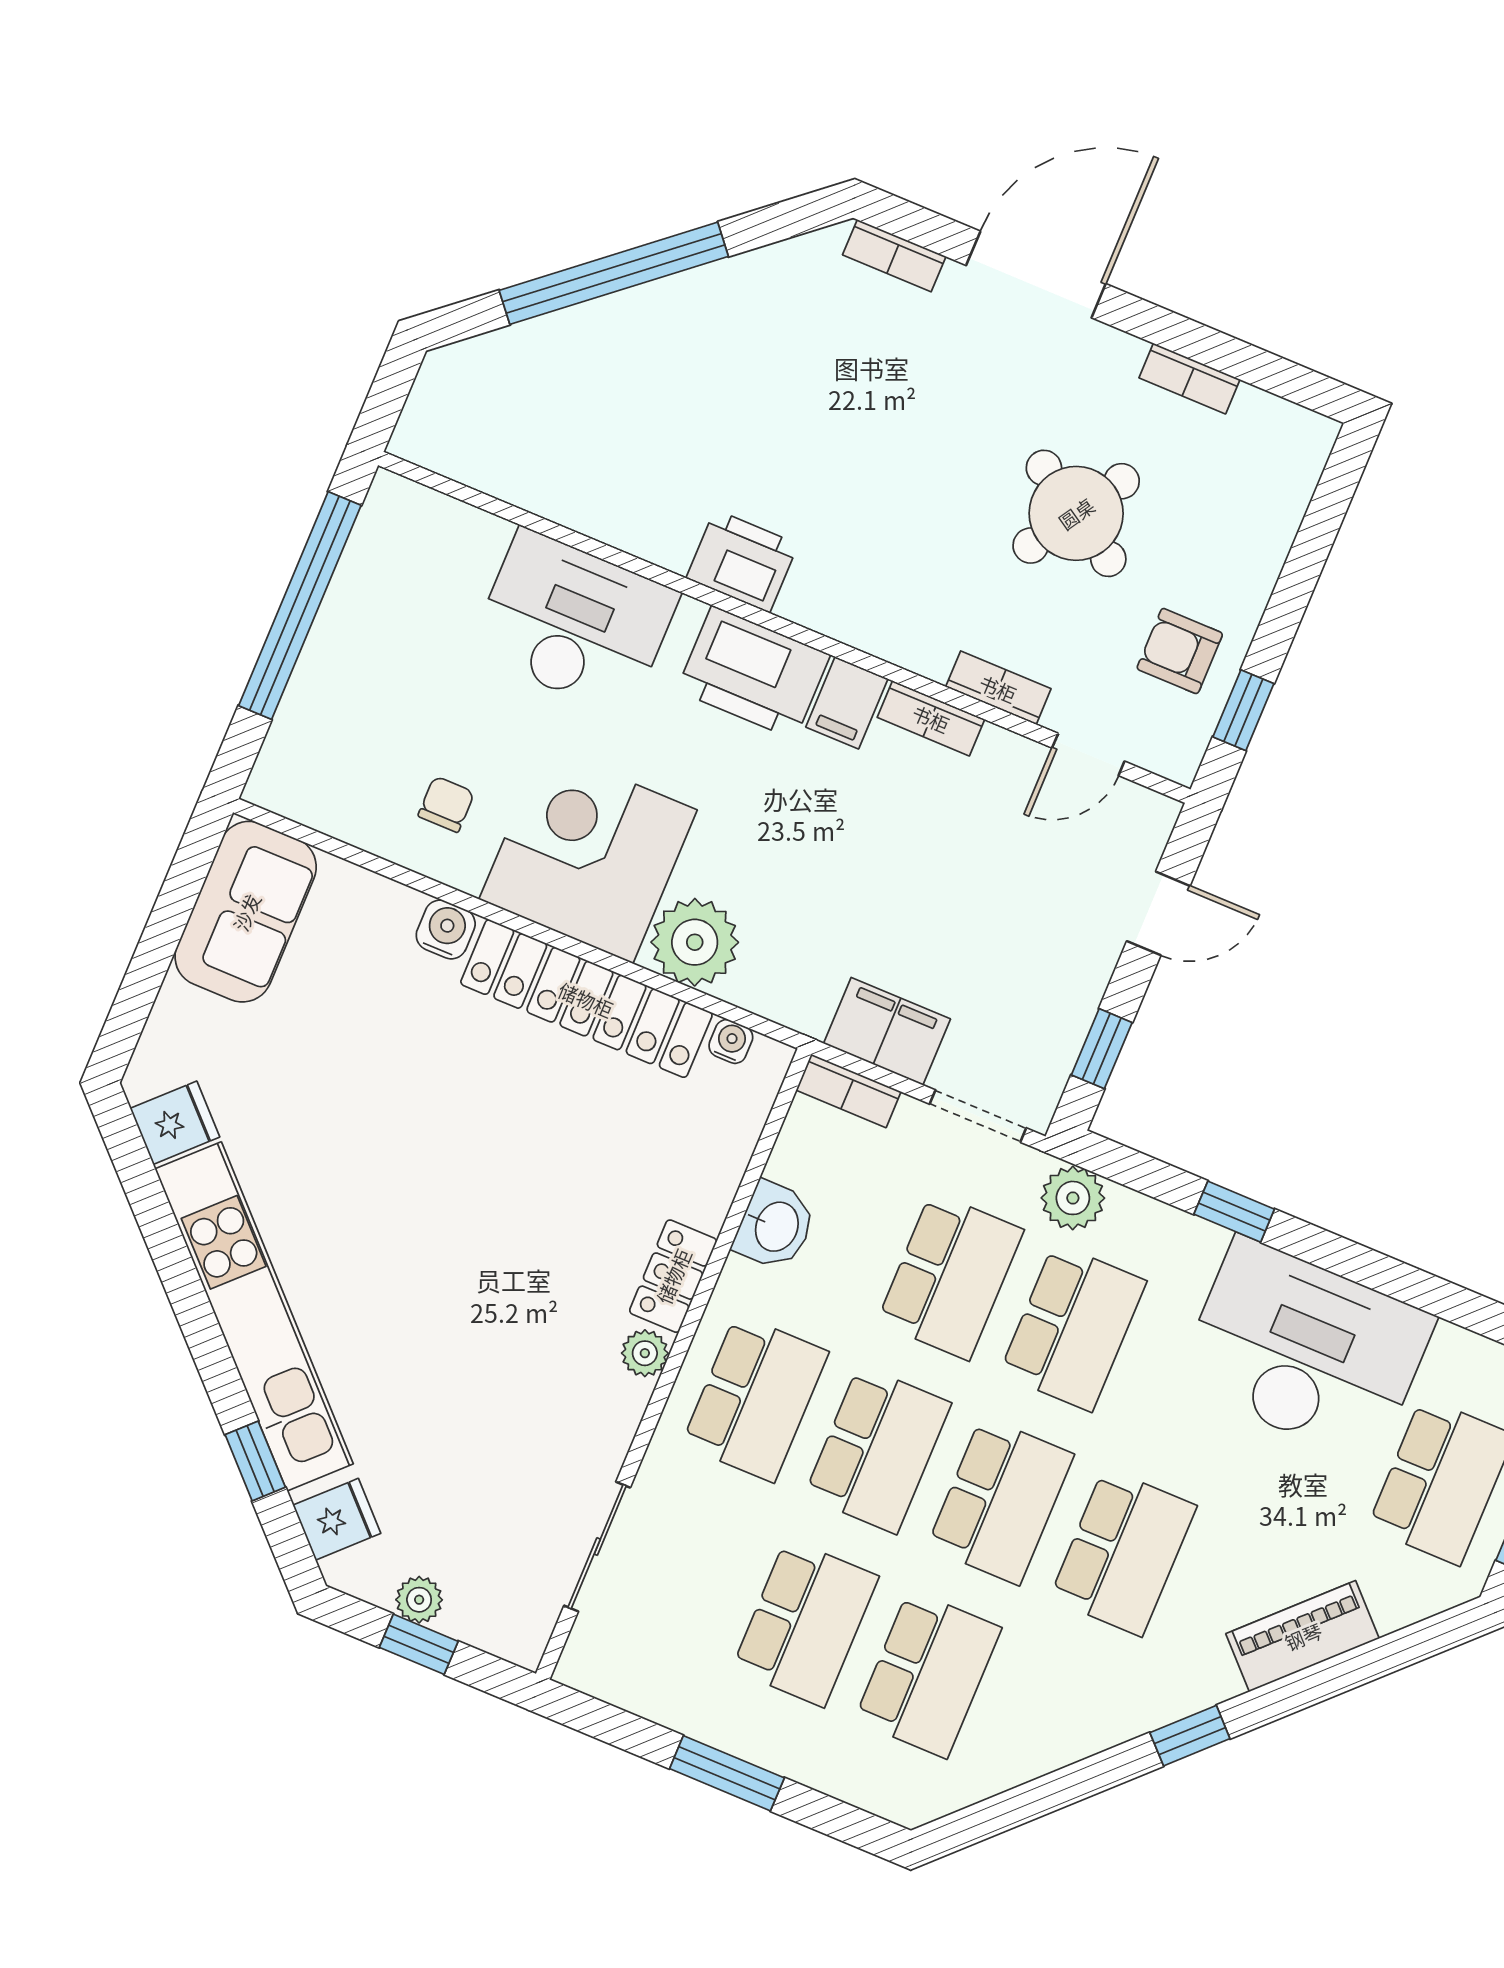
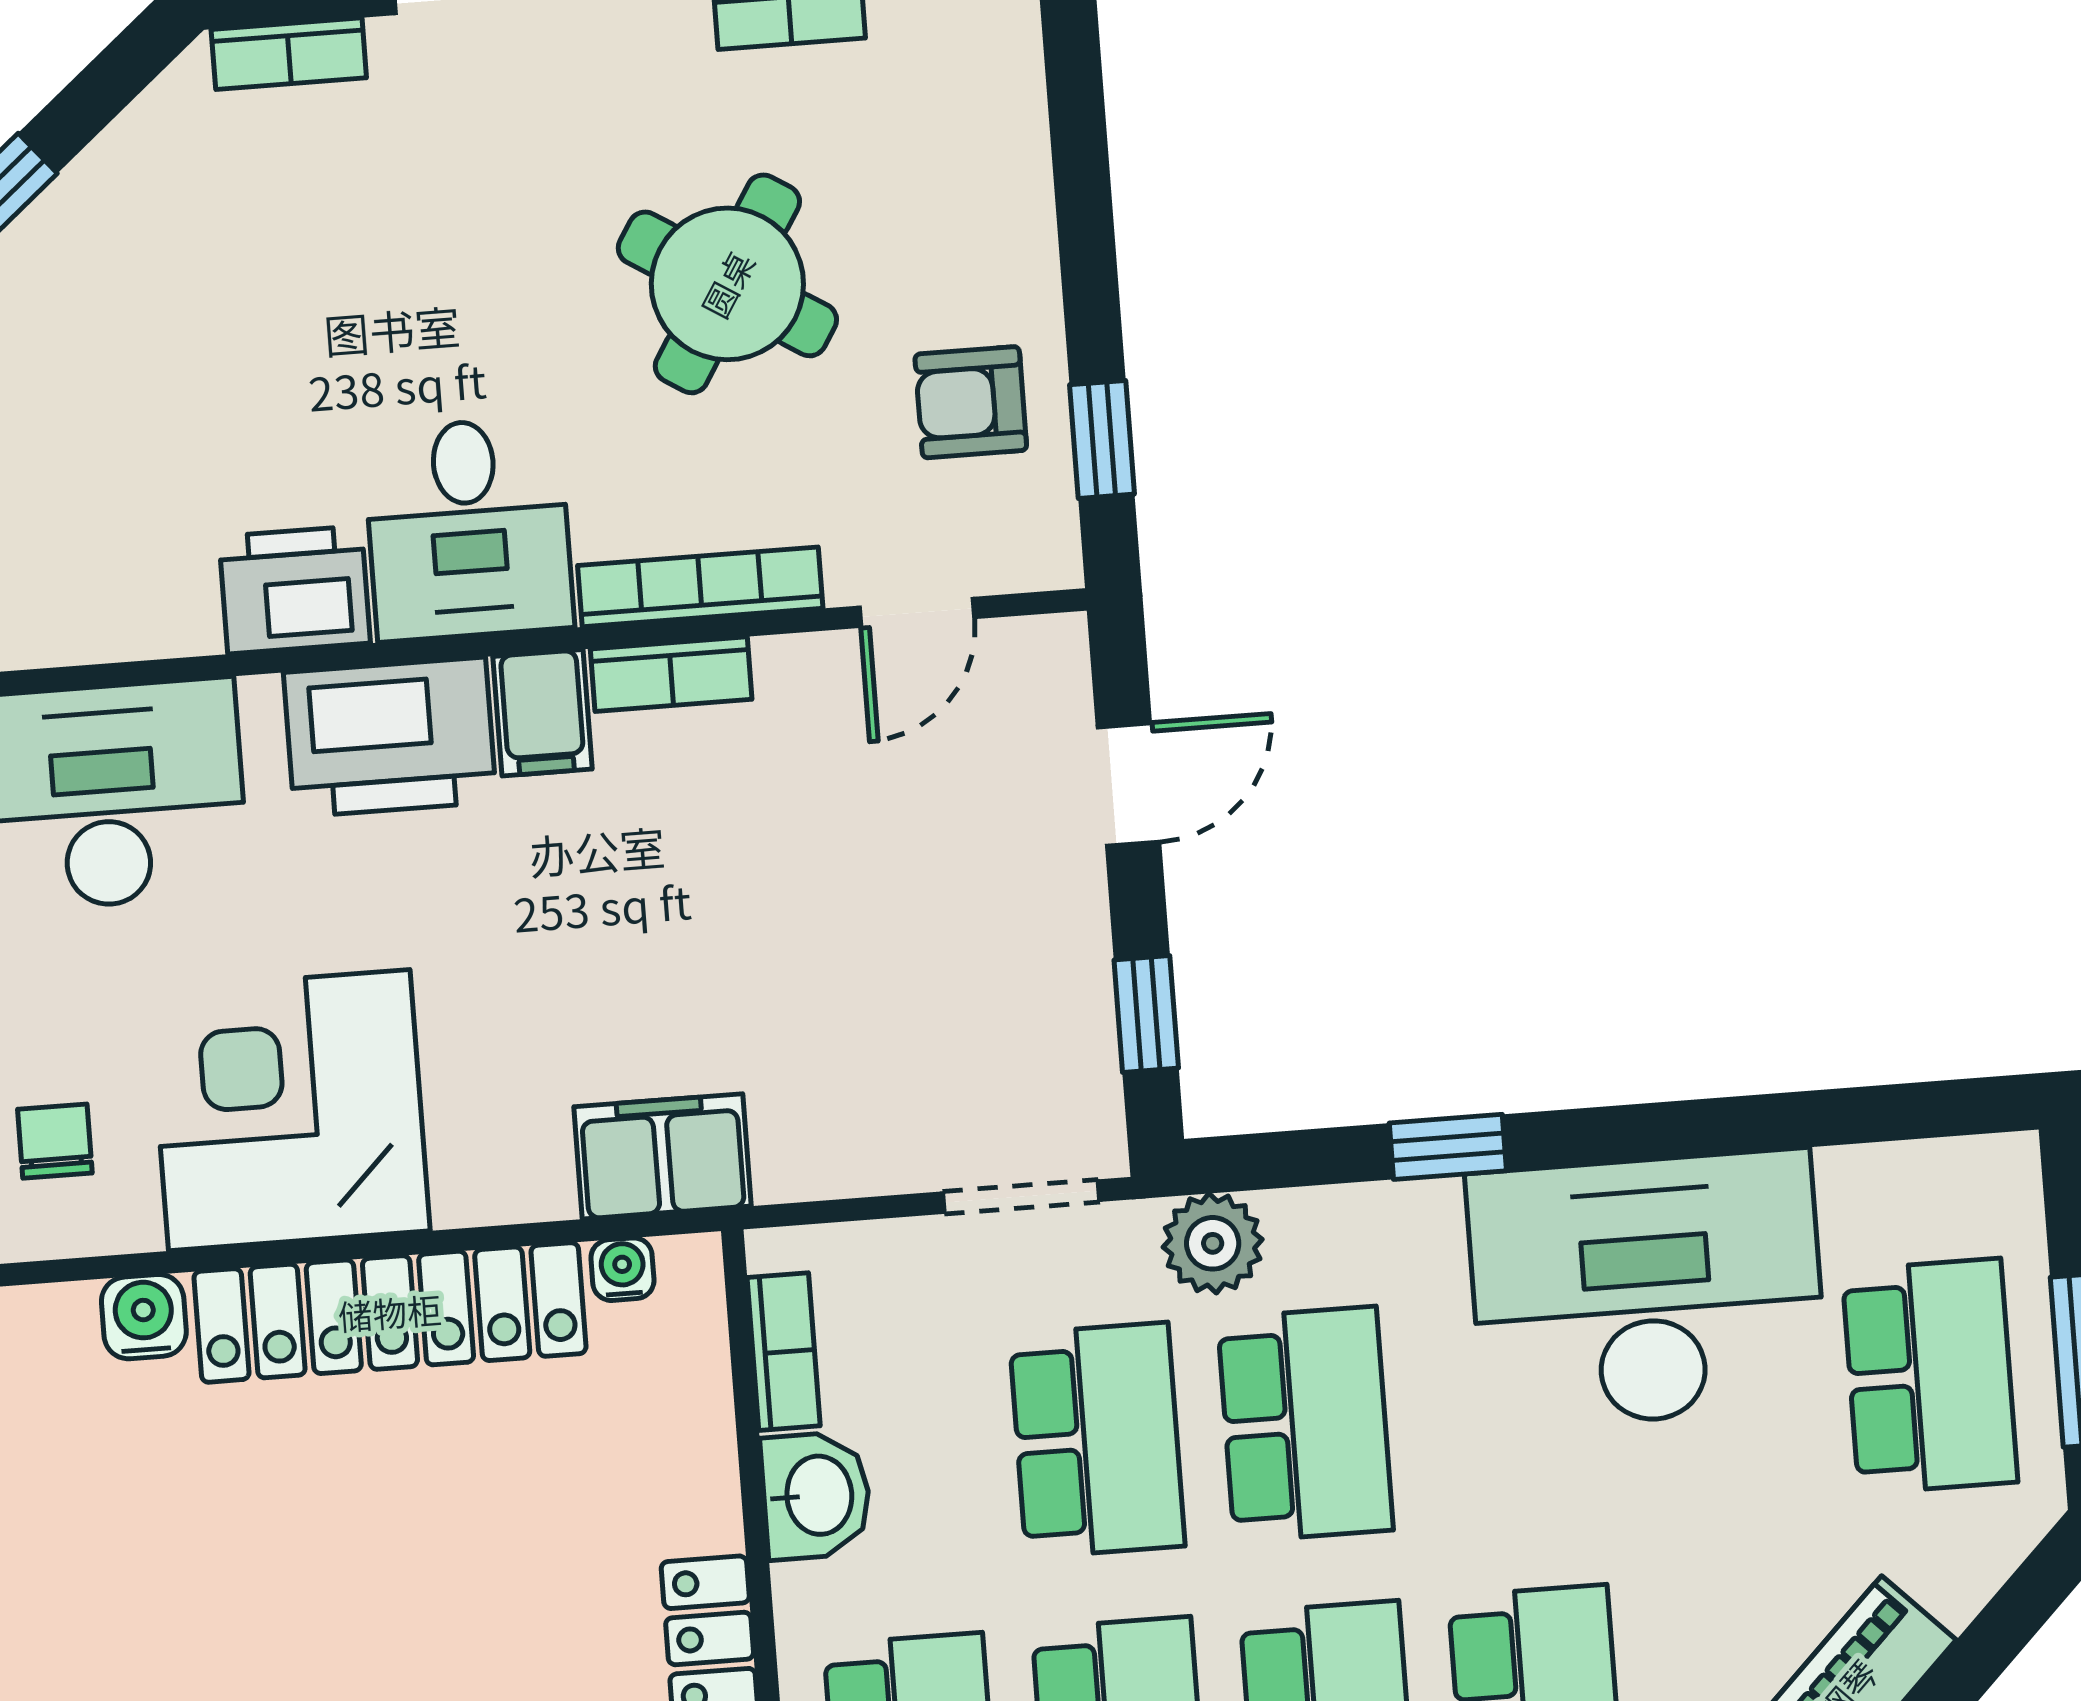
desk: (858, 577) -> (468, 529), added
bookcase: (998, 688) -> (700, 587), width x1.56
plant: (695, 942) -> (501, 1156), removed
filing cabinet: (887, 1031) -> (663, 1156), moved
bookcase: (849, 1091) -> (784, 1352), moved, turned -90

